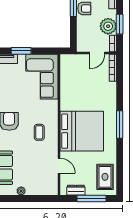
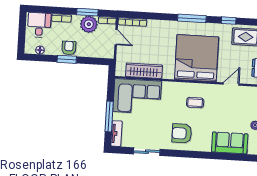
window: (21, 51) -> (109, 116), width x1.44
wardrobe: (67, 82) -> (144, 71), added
window: (120, 160) -> (229, 21), added

